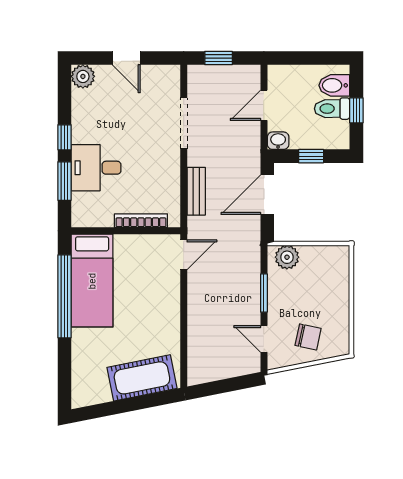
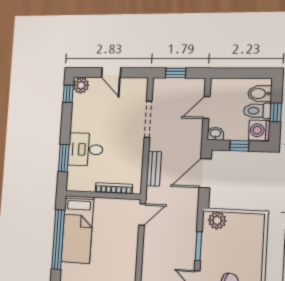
washing machine: (336, 135) -> (259, 130), added
window: (64, 137) -> (68, 94), moved

